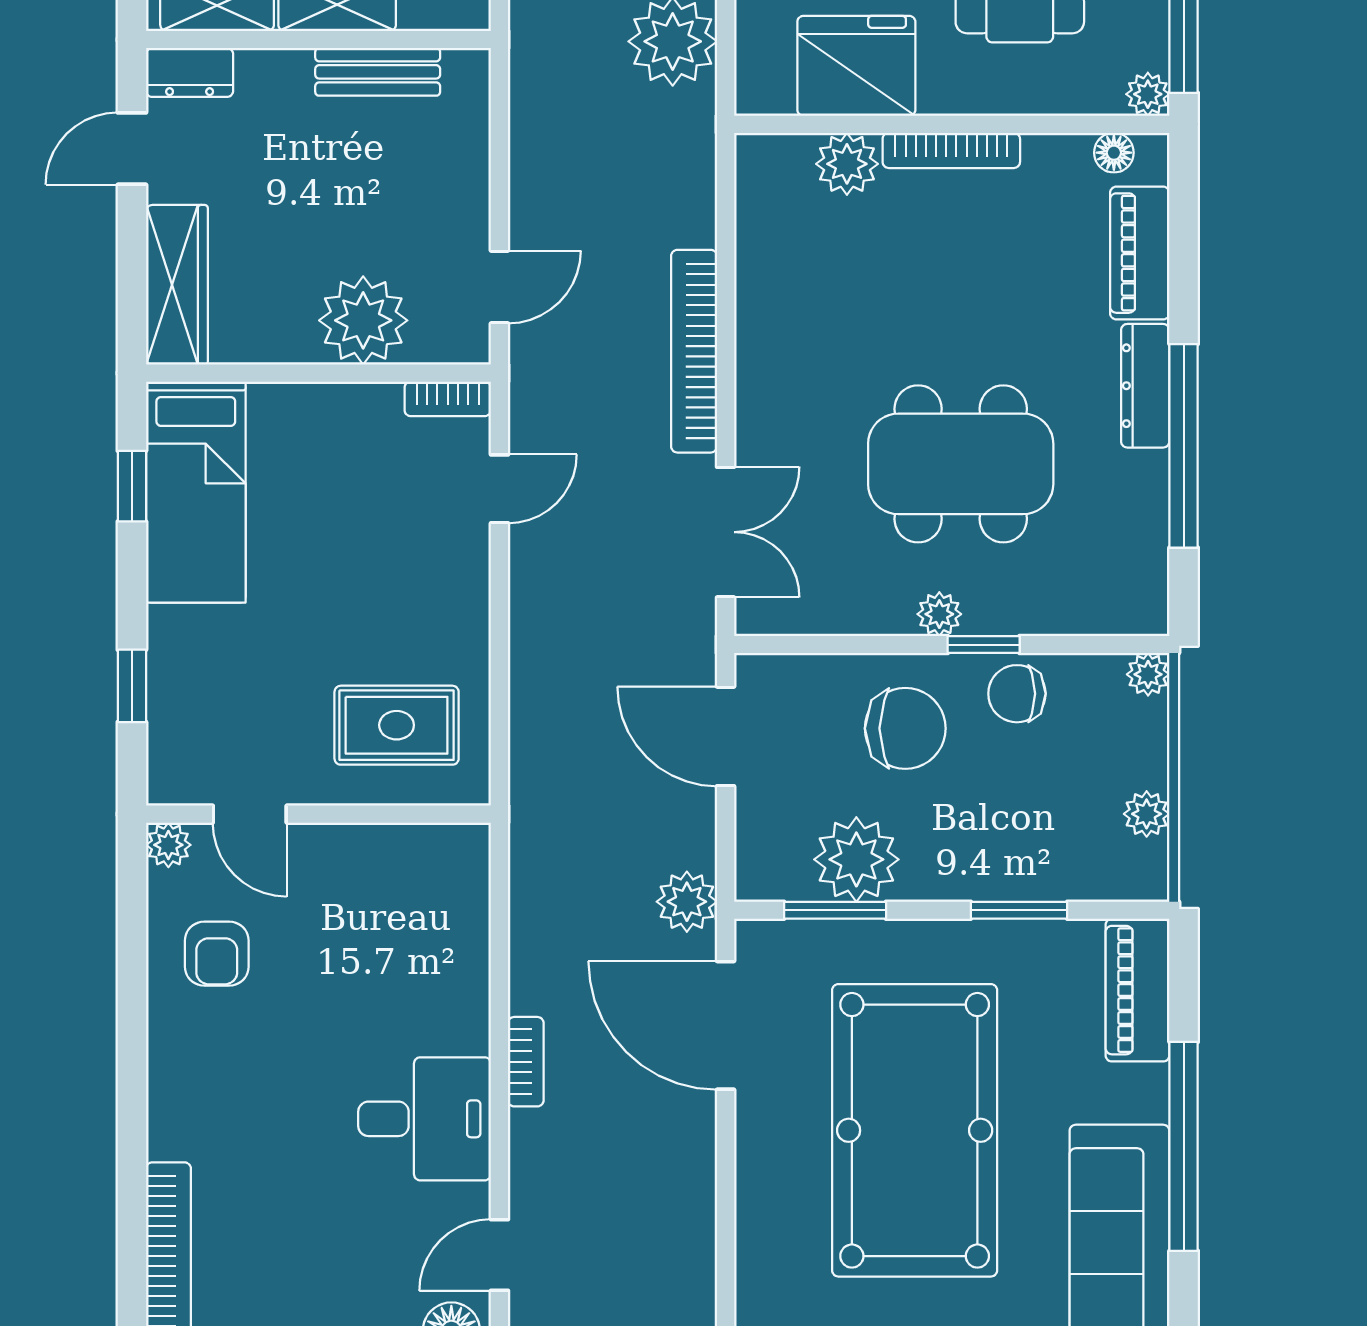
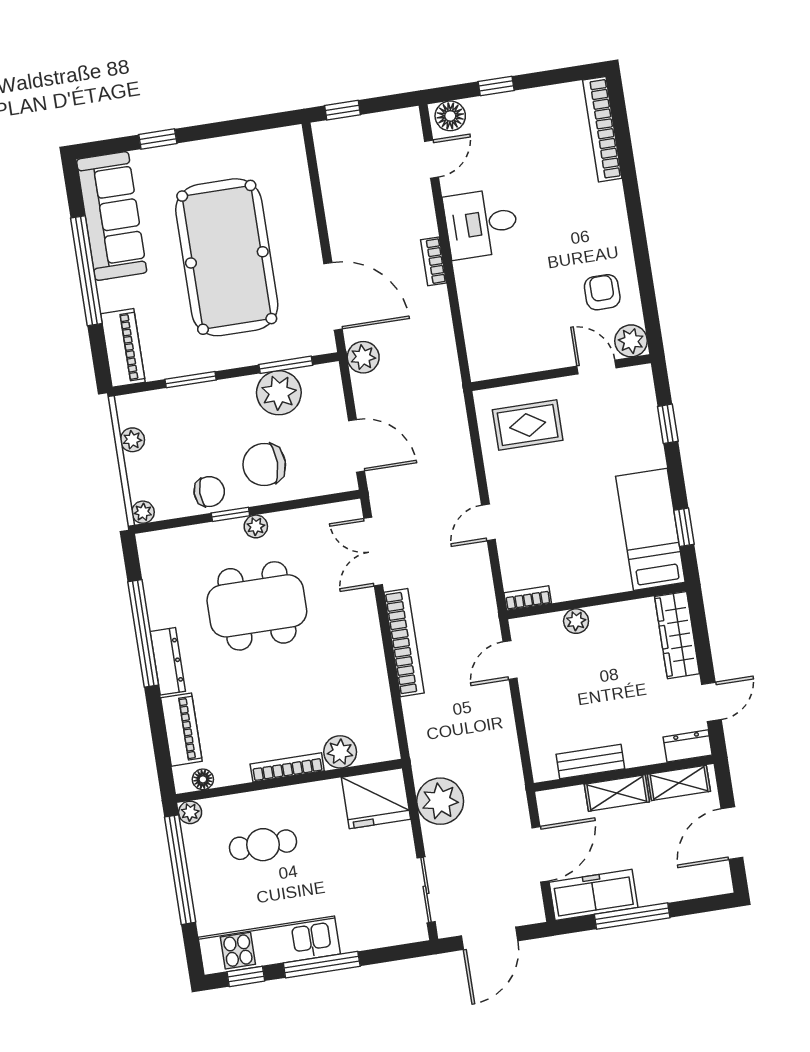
fridge: (856, 66) -> (376, 798), moved
plant: (363, 320) -> (576, 621), width x0.53, depth x0.53
door: (499, 489) -> (488, 522), moved
plant: (168, 845) -> (631, 341), width x1.38, depth x1.38

